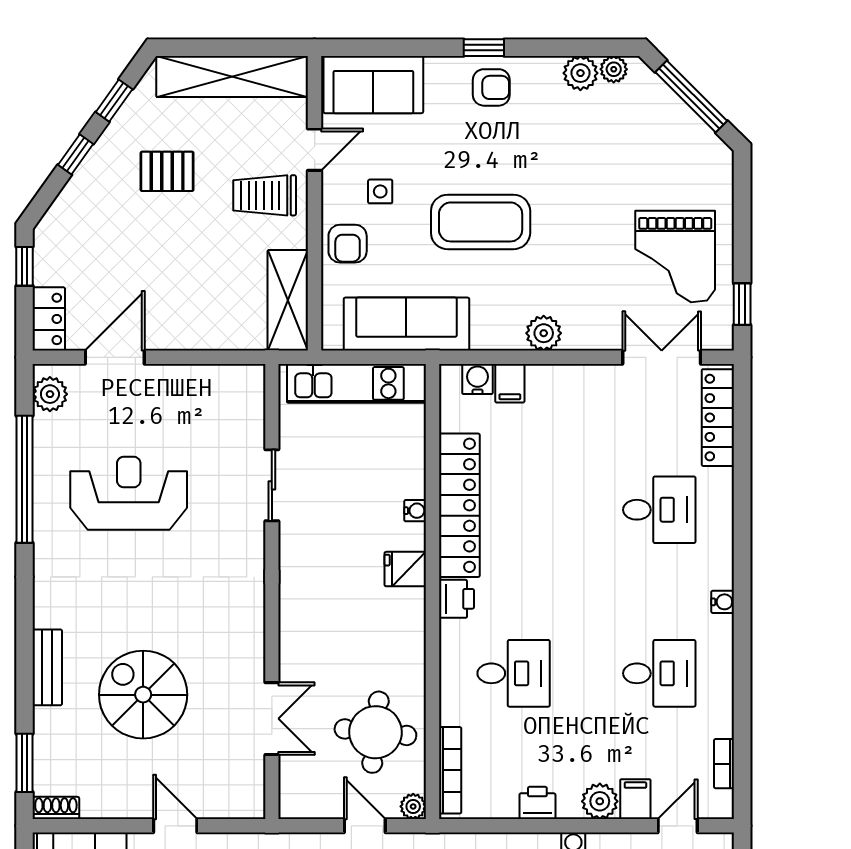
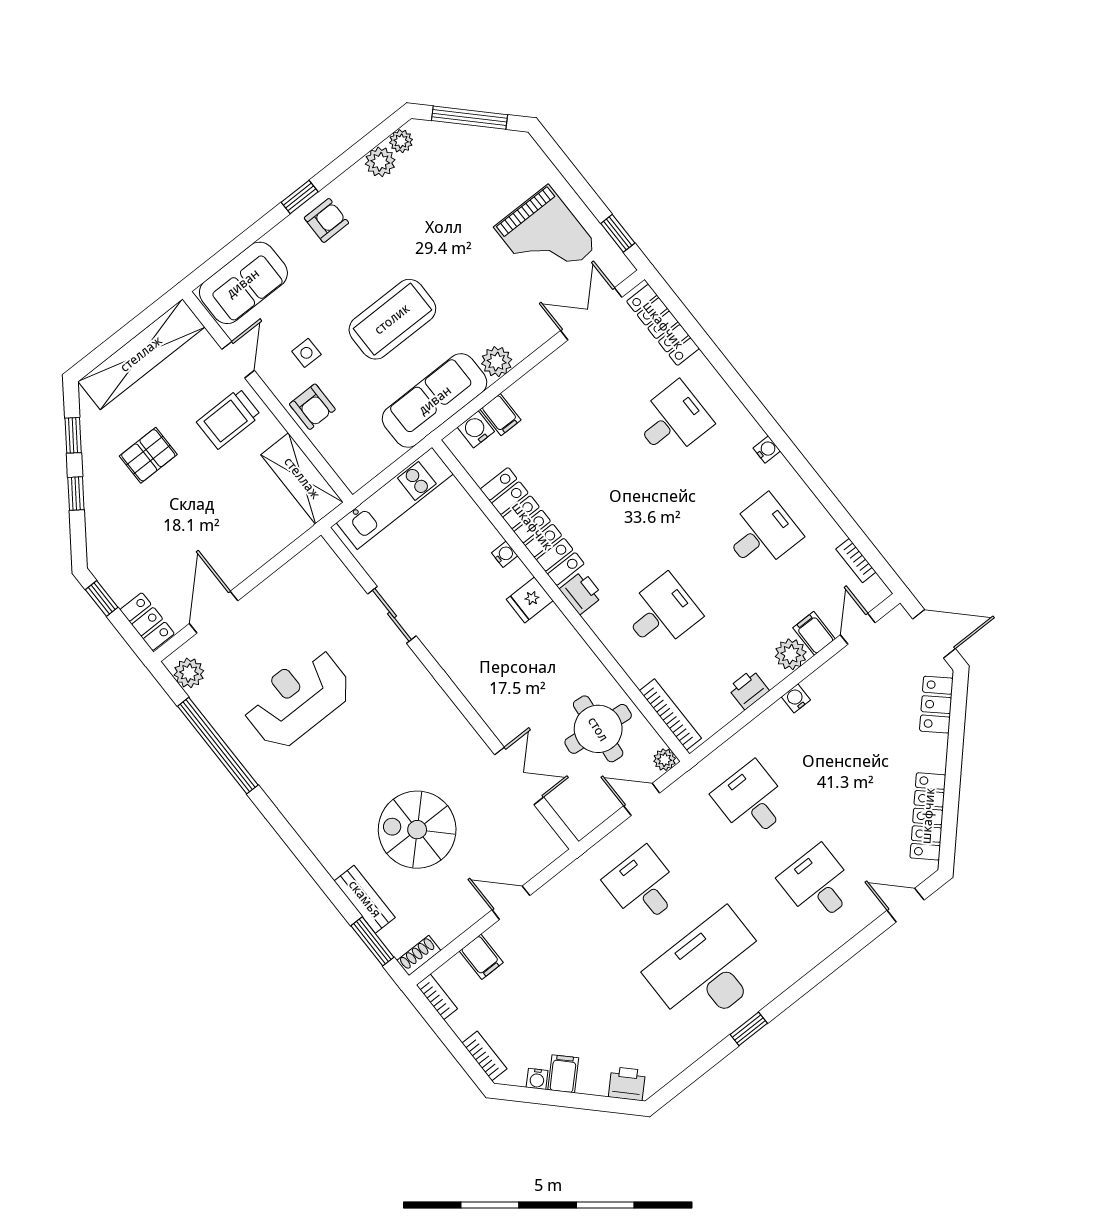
sofa: (406, 324) -> (435, 400), moved
bench: (47, 667) -> (365, 899), moved

